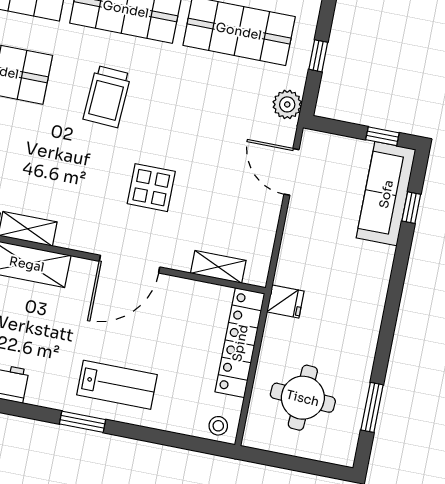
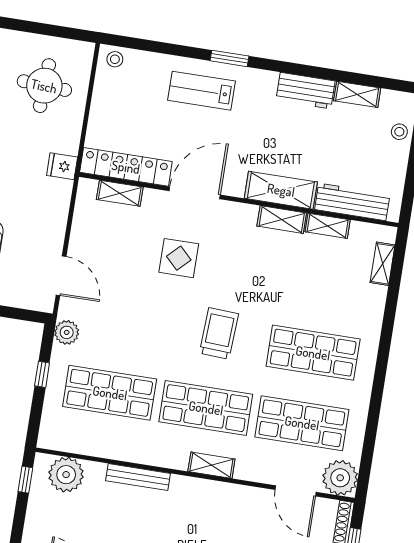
locker: (240, 343) -> (126, 167), moved, turned -90

